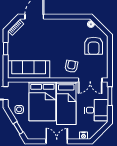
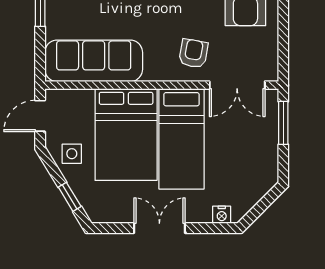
desk: (96, 110) -> (252, 155), removed

